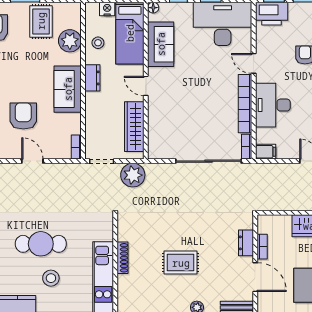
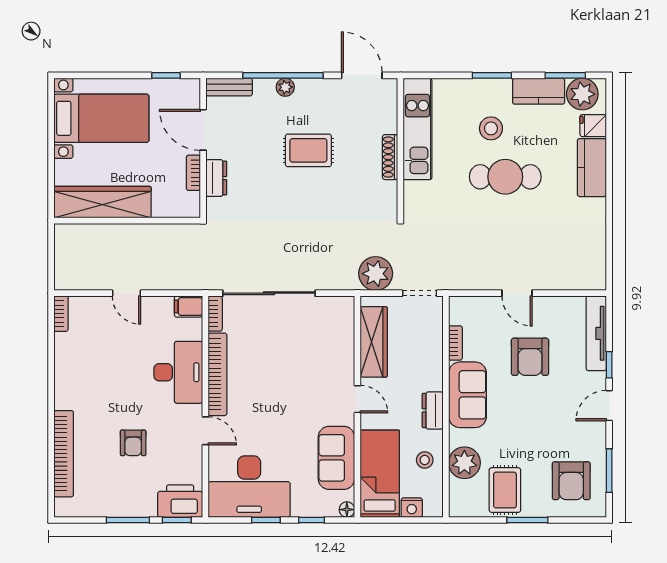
bookcase: (76, 147) -> (455, 343), moved

